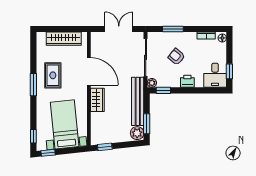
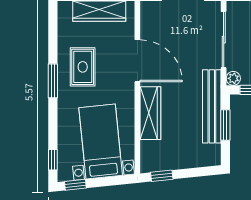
wardrobe: (97, 100) -> (150, 113), width x1.50
window: (147, 124) -> (225, 125), moved
plant: (137, 133) -> (211, 155), removed

